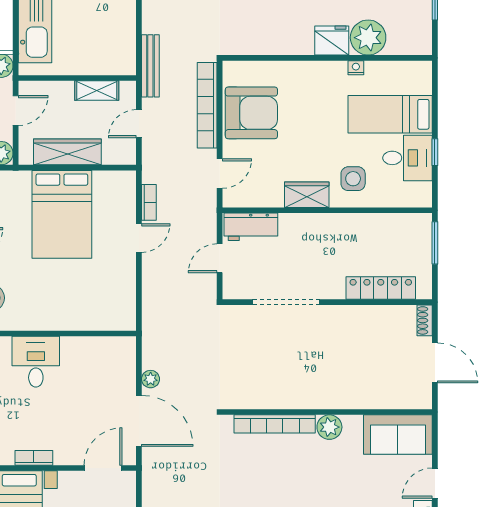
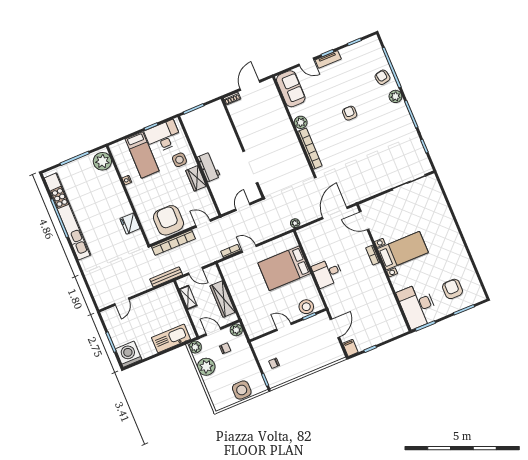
plant: (368, 38) -> (102, 161), moved
fridge: (332, 41) -> (130, 224), moved
desk: (407, 158) -> (163, 137), width x1.37
bed: (62, 214) -> (284, 268), moved, turned 180
workbench: (251, 227) -> (209, 167), moved
door: (220, 258) -> (243, 207), swing flipped
locker: (381, 288) -> (225, 125), removed
plant: (151, 379) -> (295, 223), moved

